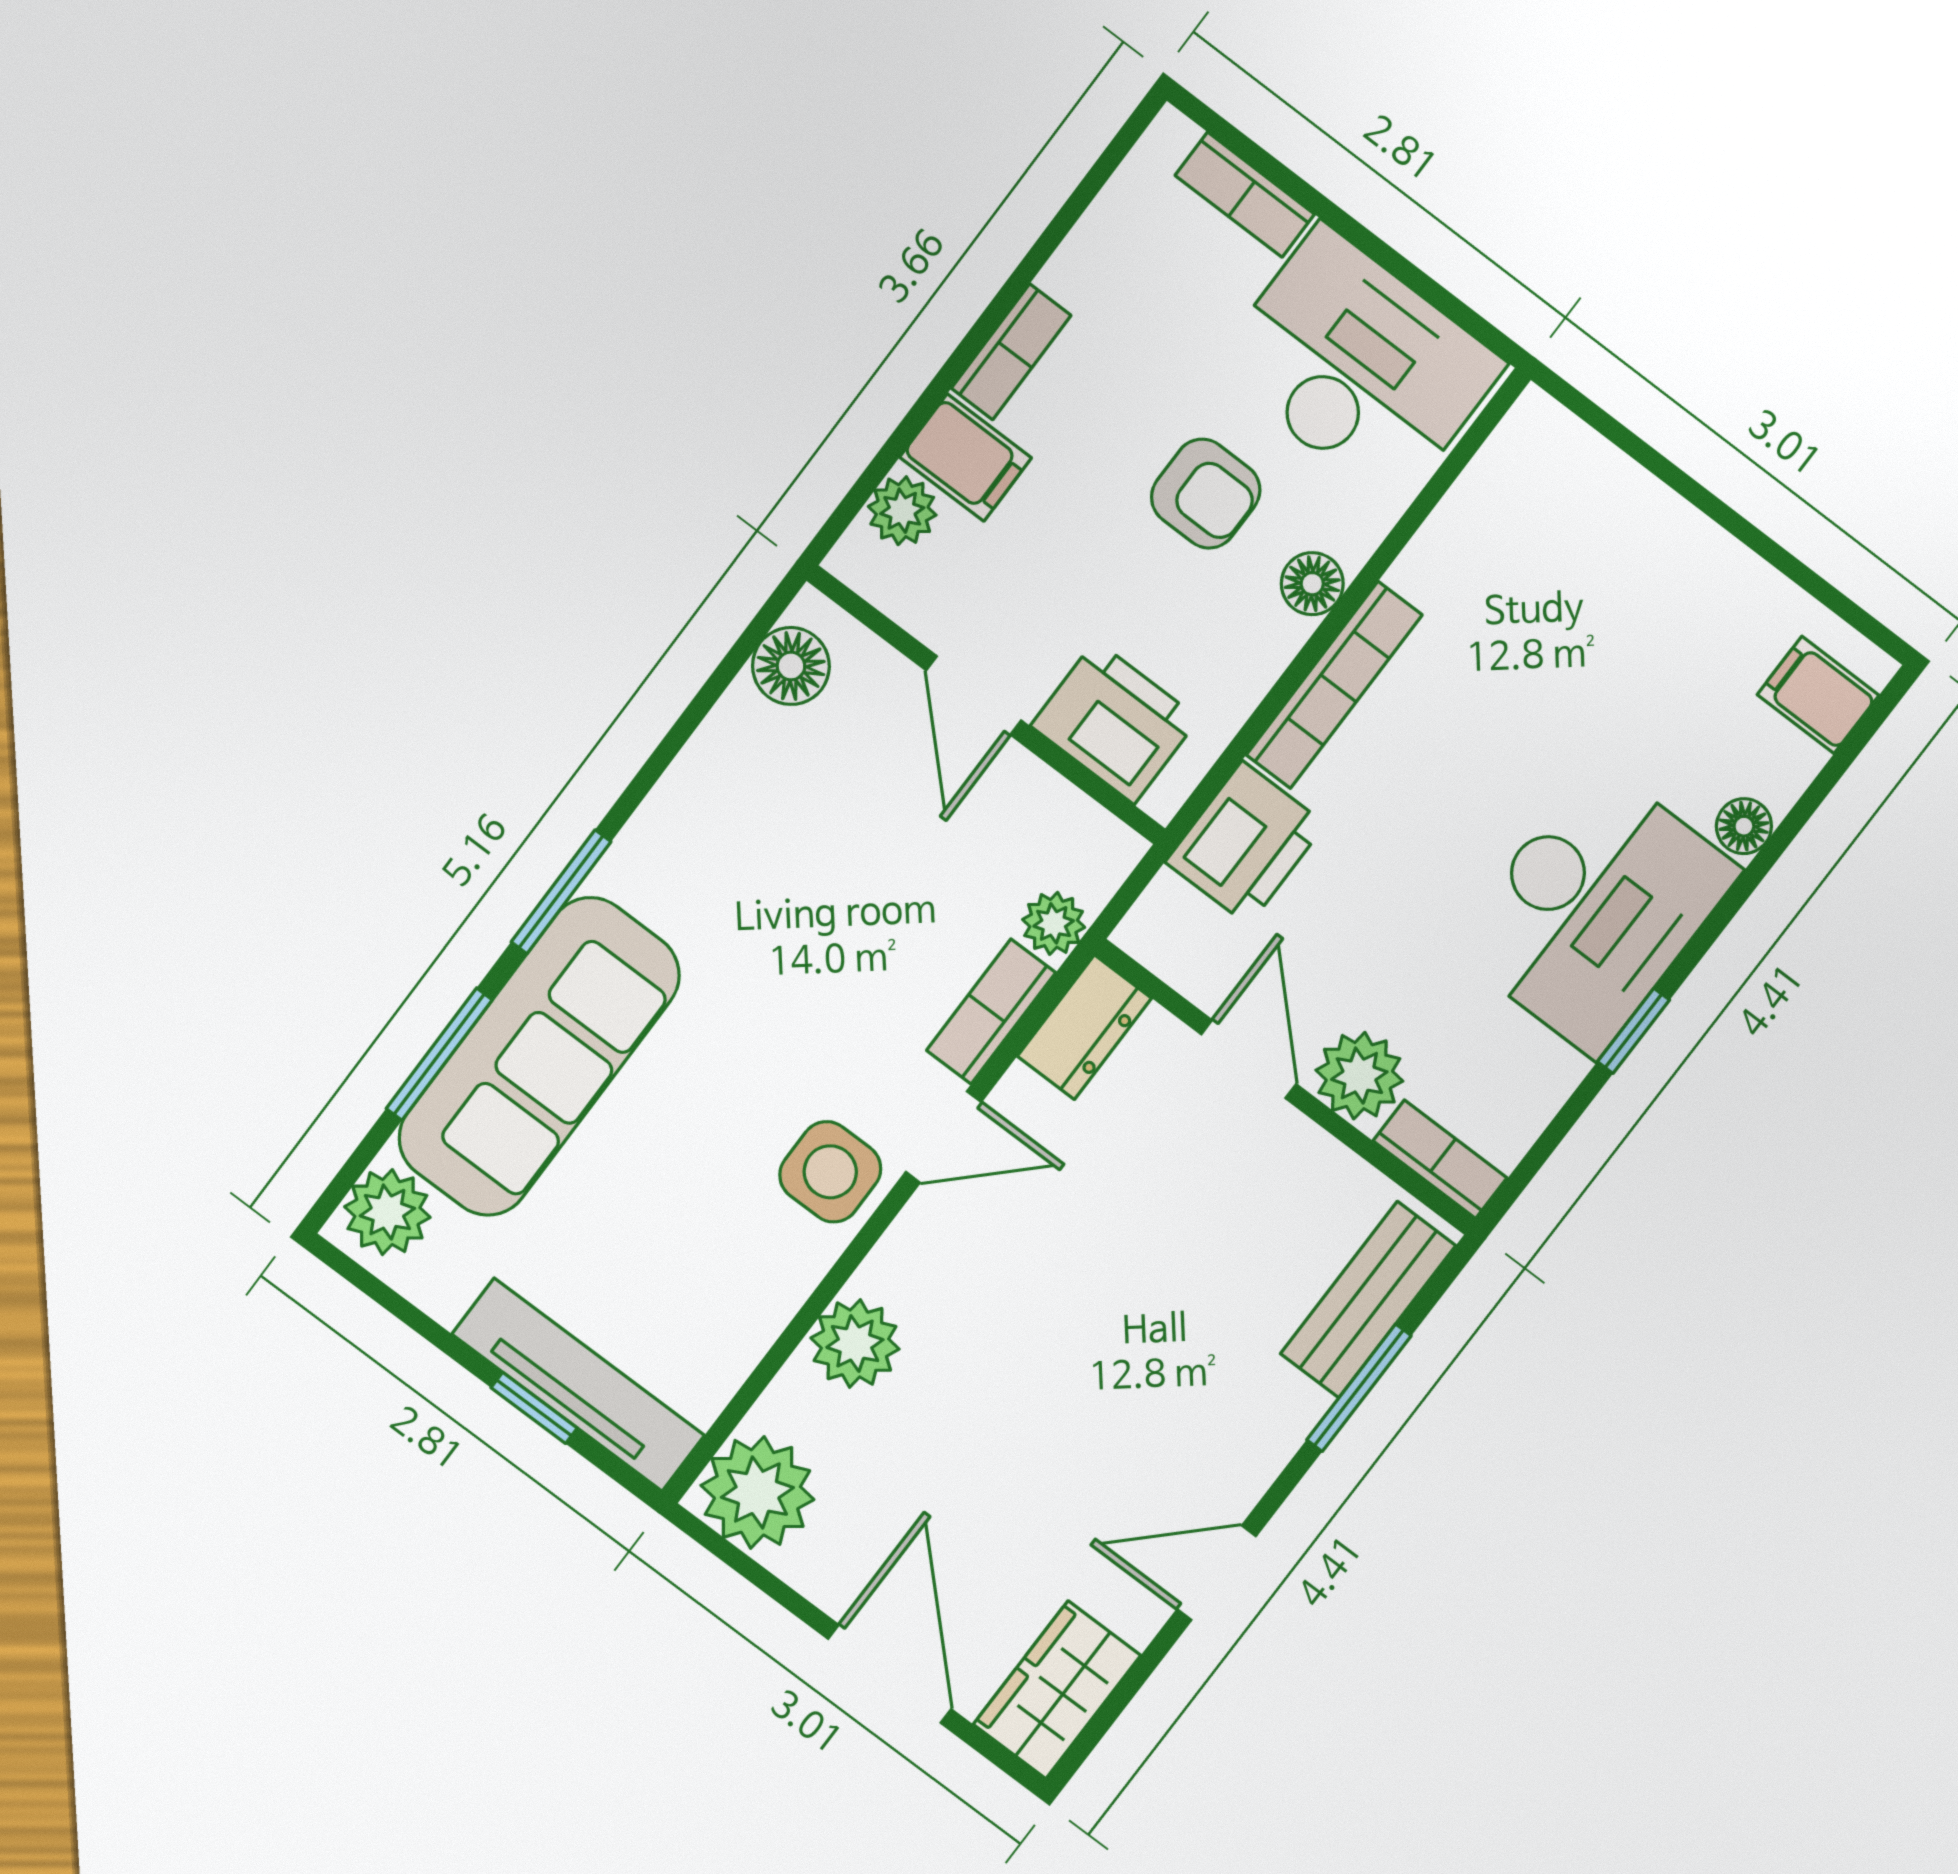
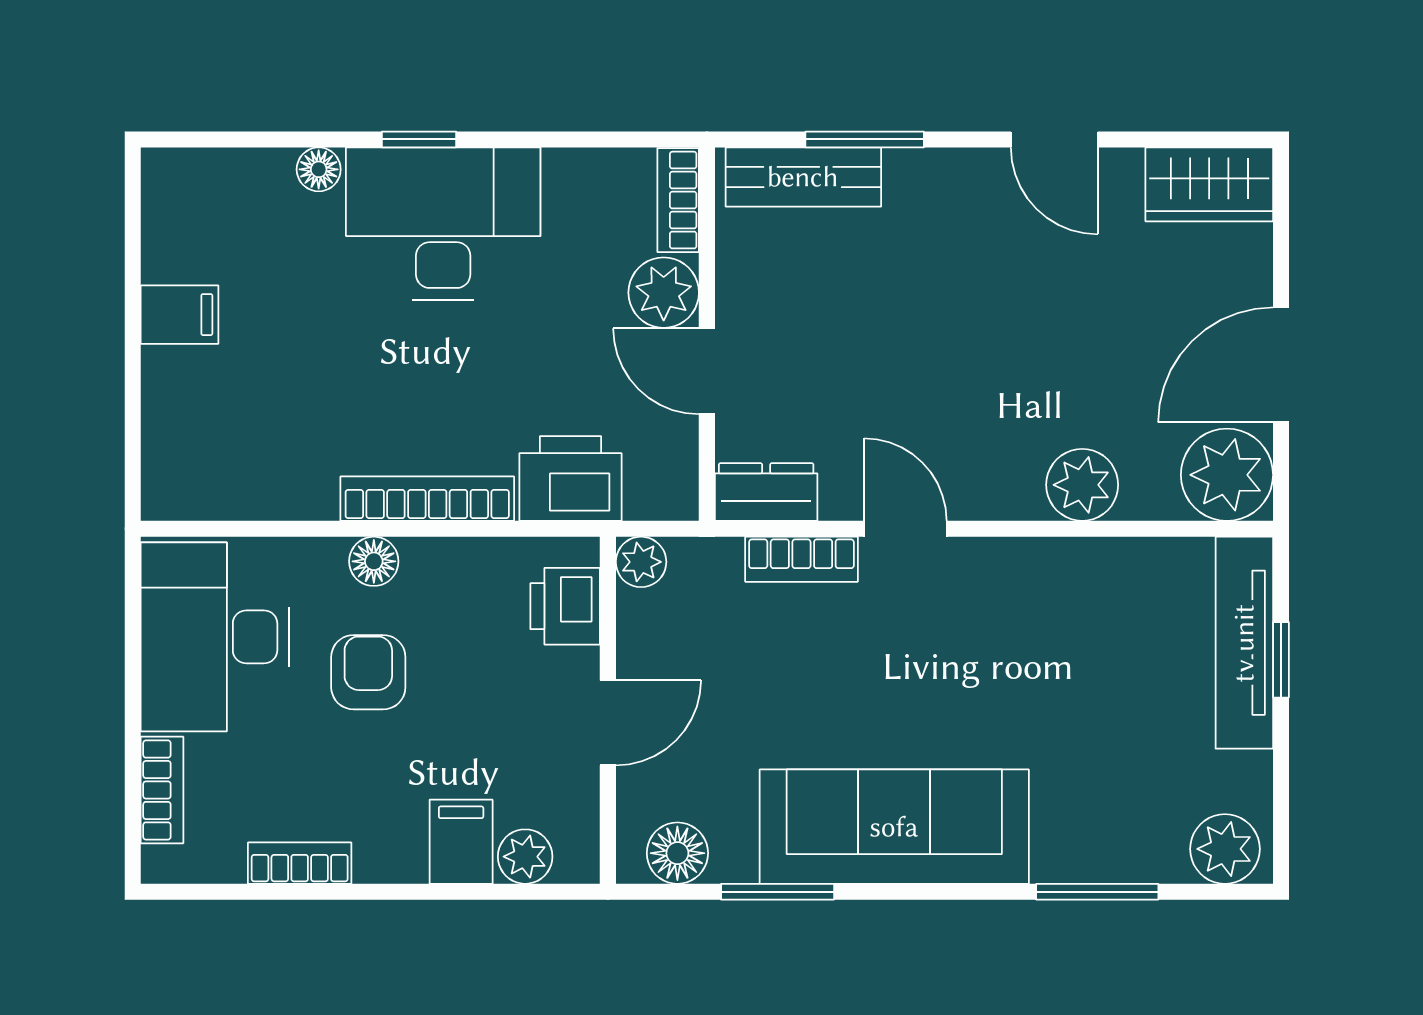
bookcase: (1011, 352) -> (300, 863), moved
filing cabinet: (1818, 695) -> (180, 315), moved, turned -90
printer: (1115, 722) -> (565, 606), width x0.73, depth x0.81
window: (561, 892) -> (778, 892), moved
plant: (1054, 923) -> (641, 562), moved
window: (1633, 1031) -> (419, 139), moved
sofa: (539, 1057) -> (894, 827), moved
door: (1249, 1059) -> (707, 371), hinge flipped
side table: (830, 1172) -> (983, 584), removed
door: (890, 1674) -> (1281, 365), moved

